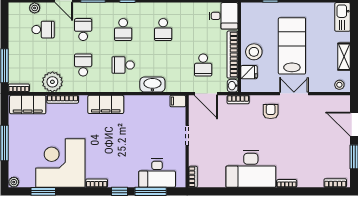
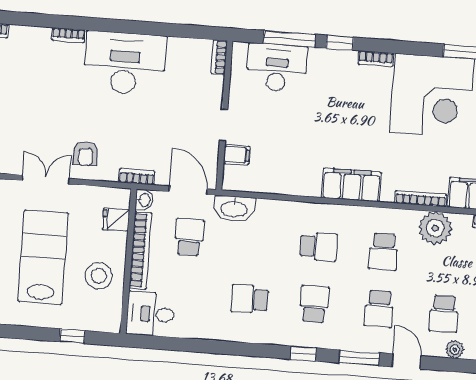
school desk: (43, 30) -> (444, 314), turned -90
school desk: (163, 30) -> (250, 299), turned -90
lab bench: (292, 46) -> (43, 257), turned 180
stool: (254, 52) -> (99, 276), moved
washbasin: (152, 84) -> (234, 209), moved
double door: (294, 94) -> (46, 180), swing flipped
filing cabinet: (178, 101) -> (237, 155), moved

